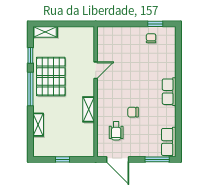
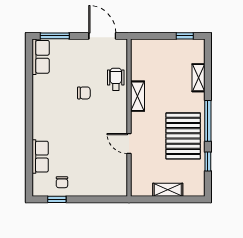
shelving: (45, 32) -> (168, 190), moved
door: (96, 70) -> (129, 144), hinge flipped
row of seats: (169, 92) -> (40, 157), moved
wheelchair: (116, 131) -> (116, 79), moved
window: (62, 159) -> (185, 36), moved

